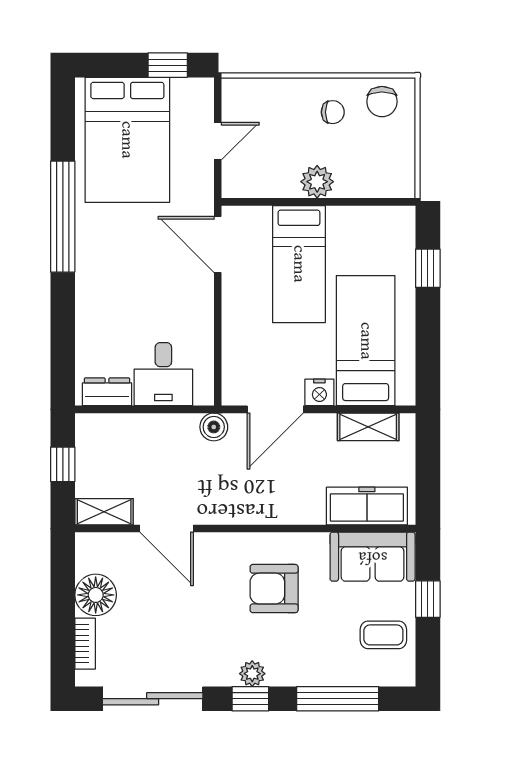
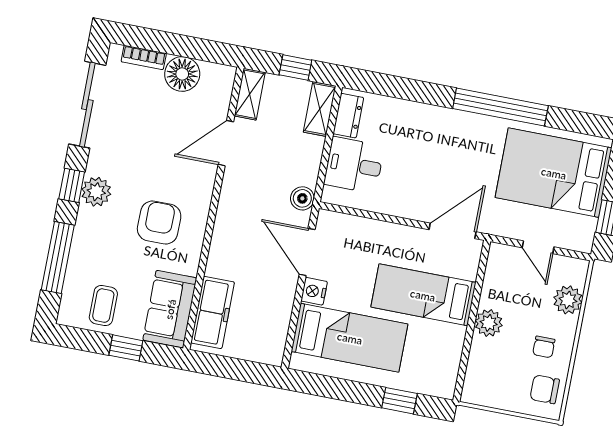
plant: (273, 95) -> (568, 300), added
shelving: (368, 427) -> (320, 109), moved
plant: (252, 674) -> (96, 192), width x1.38, depth x1.38

